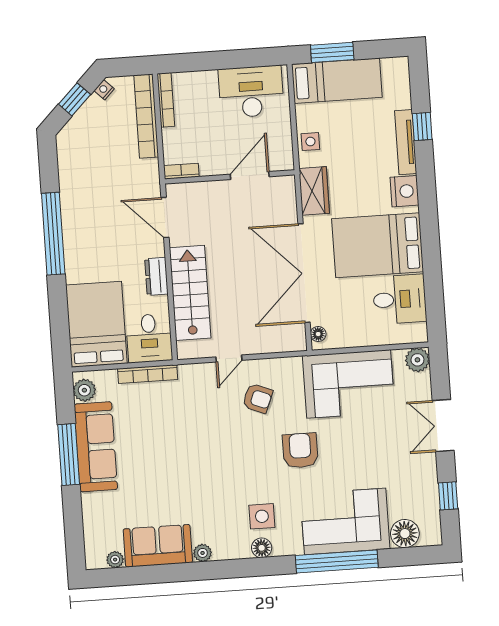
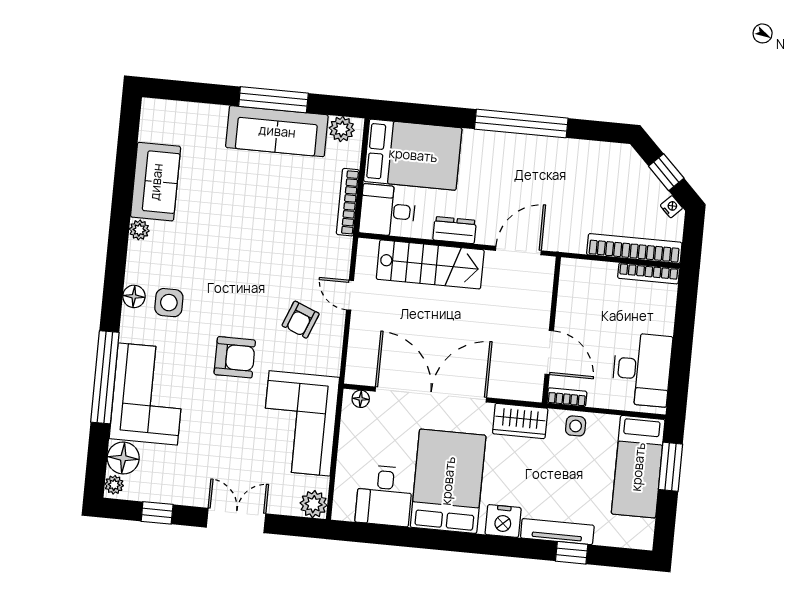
bookcase: (181, 171) -> (567, 397), moved, turned -90
plant: (115, 560) -> (114, 485), moved

